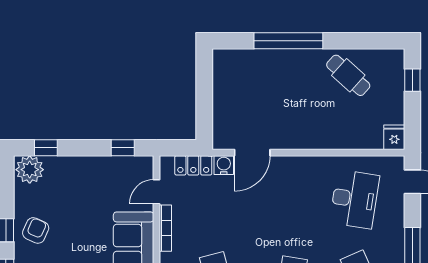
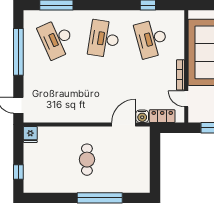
cafe table: (348, 75) -> (87, 160), moved, turned 48
door: (157, 192) -> (186, 99), swing flipped
desk: (354, 199) -> (56, 94), removed

